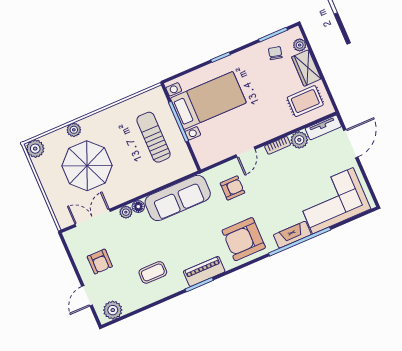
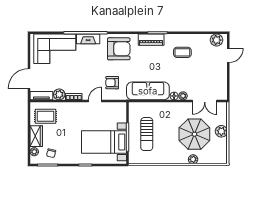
plant: (35, 149) -> (221, 131), moved
armchair: (100, 262) -> (212, 73), removed

